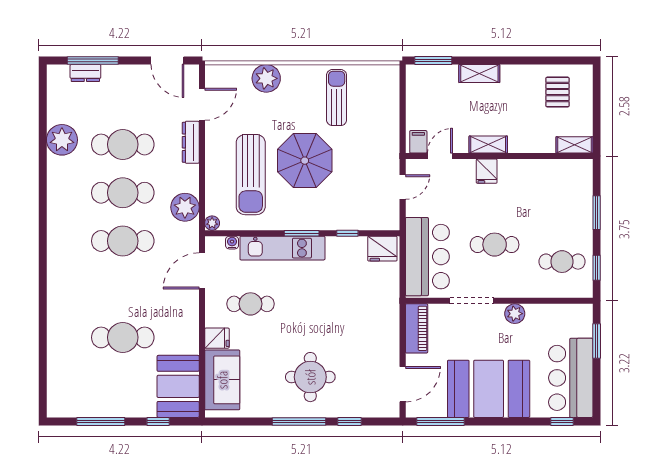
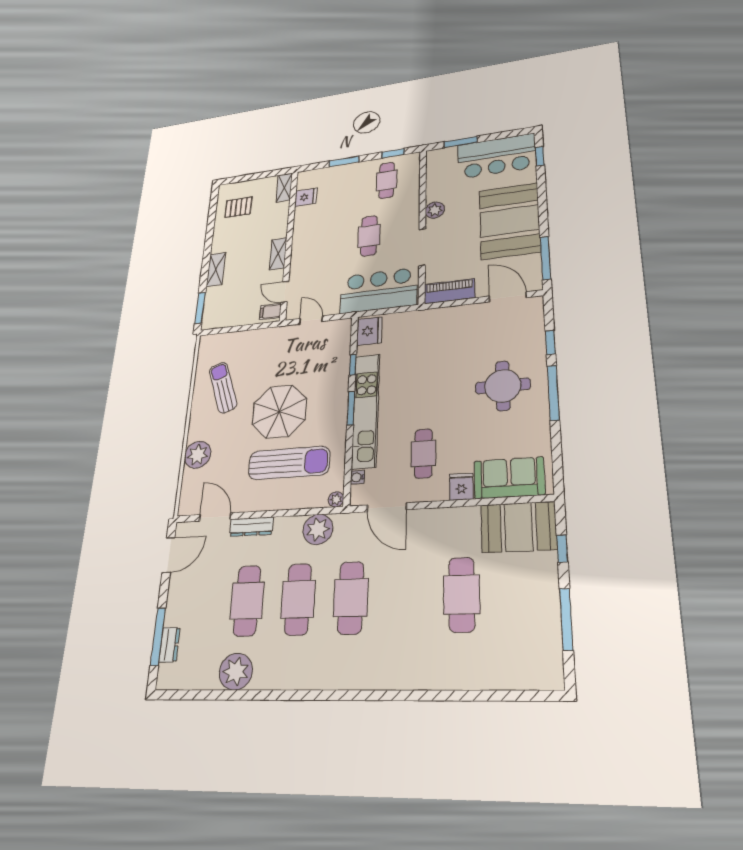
sun lounger: (337, 98) -> (223, 388), turned 71
fridge: (487, 171) -> (306, 197), moved
kitchen unit: (282, 248) -> (366, 410), width x1.36

